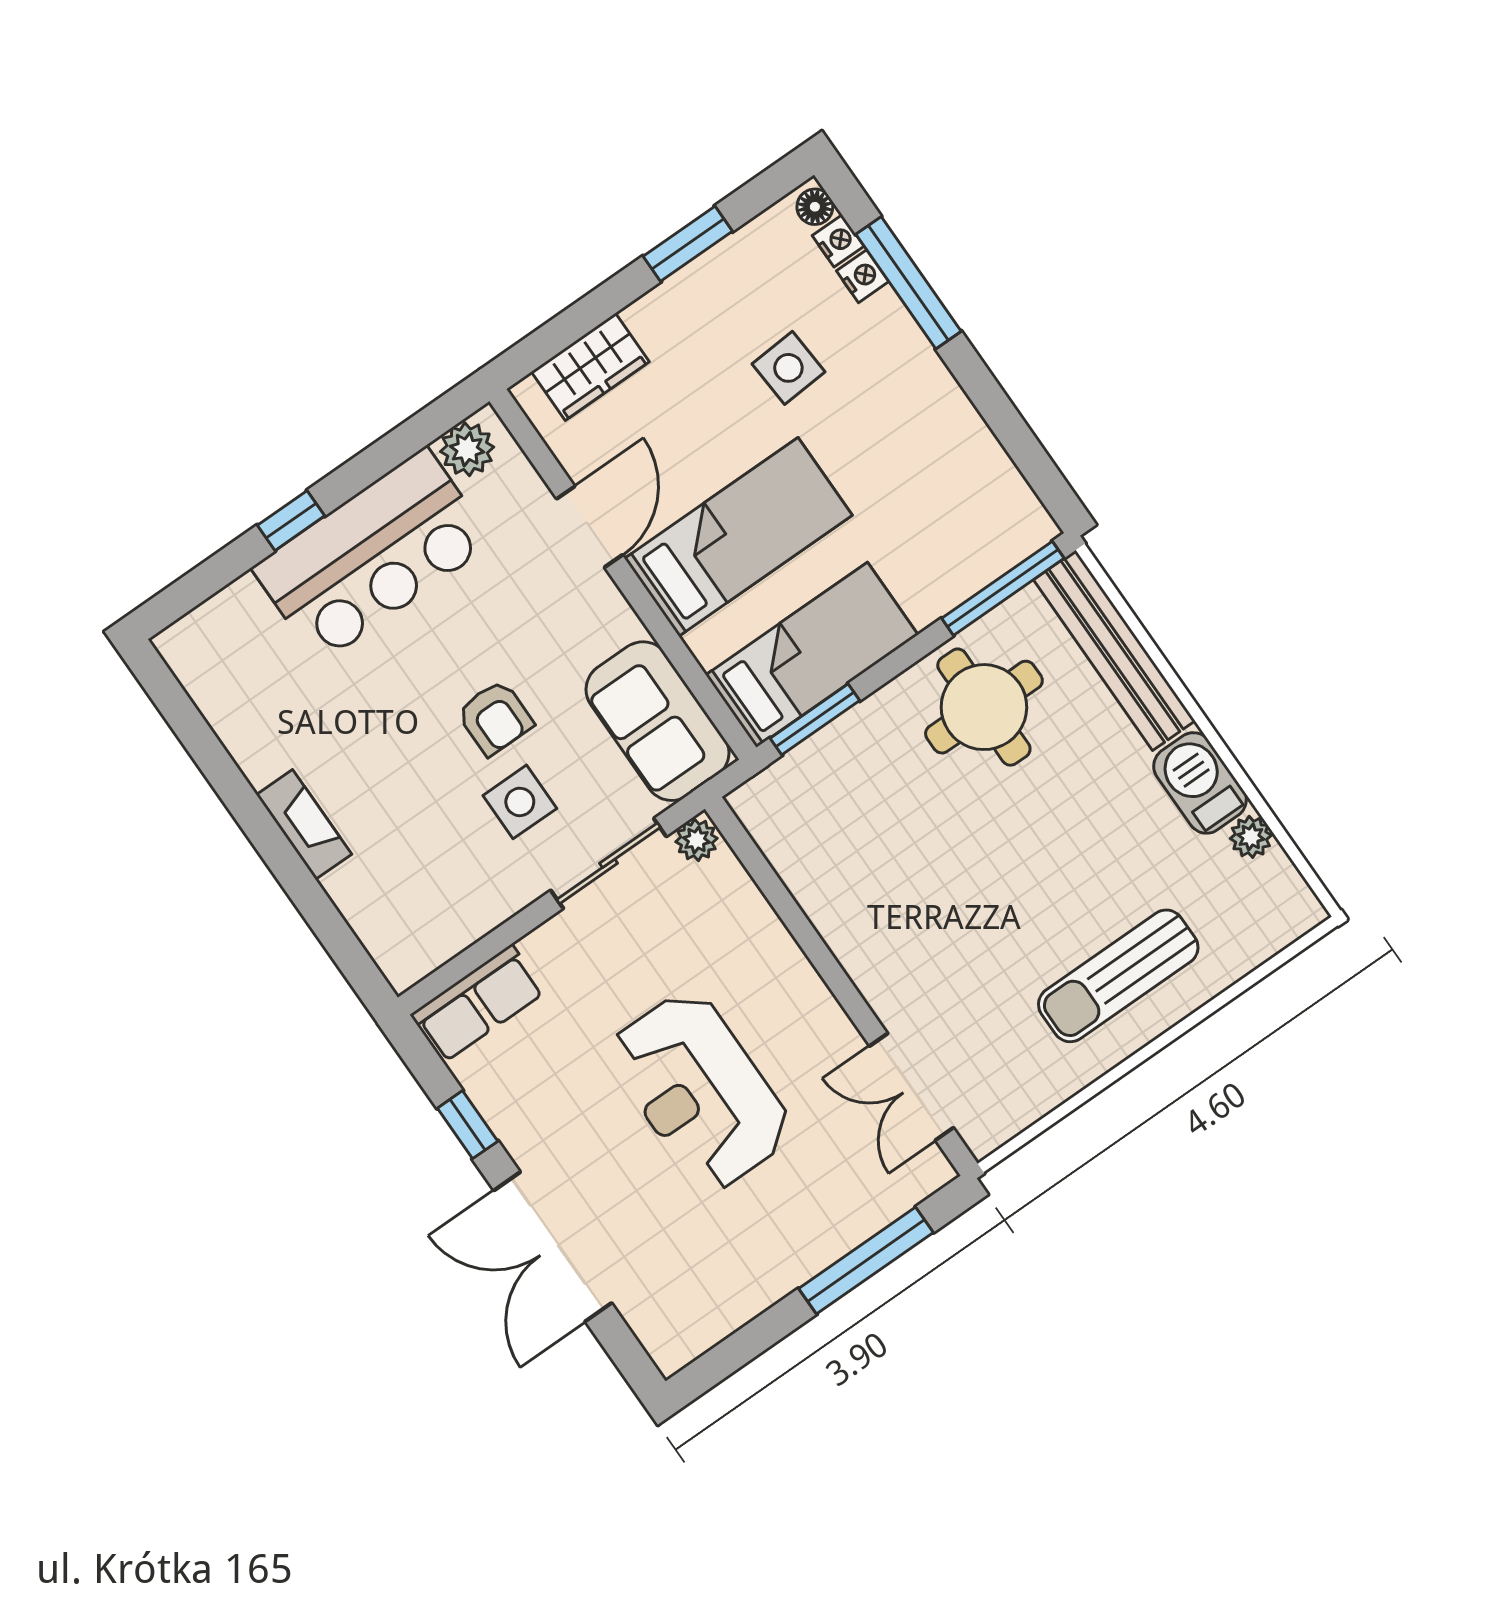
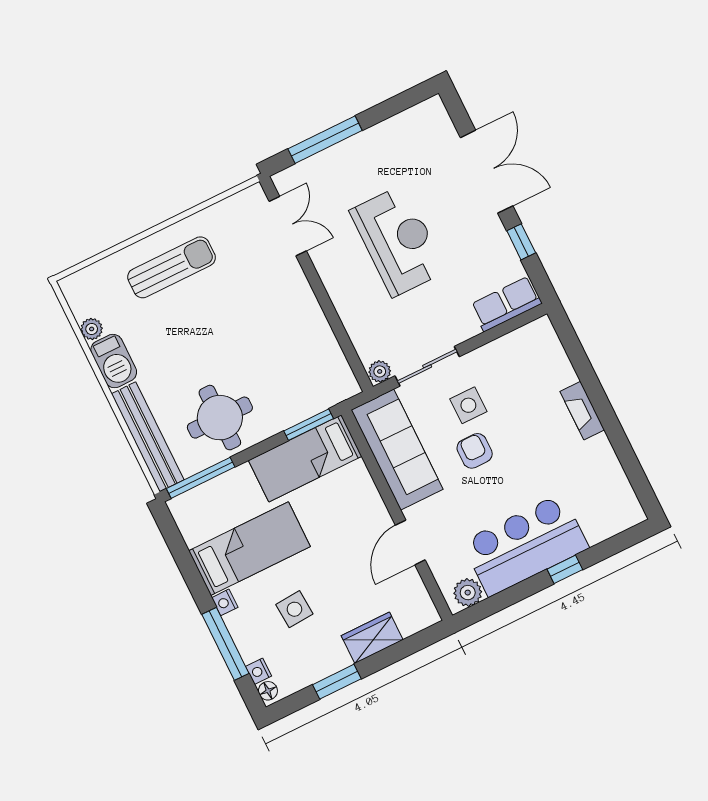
nightstand: (863, 276) -> (225, 602), moved
wardrobe: (590, 367) -> (372, 638), moved
bed: (738, 537) -> (249, 549), moved, turned 180
sofa: (657, 721) -> (397, 450), width x1.36

